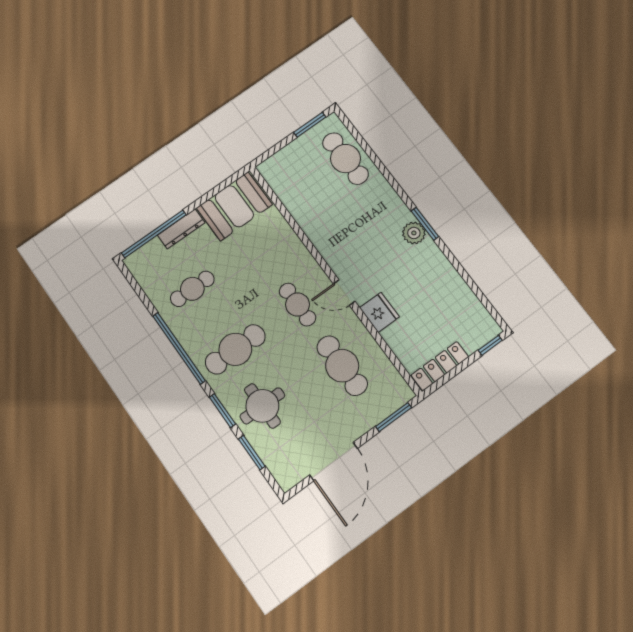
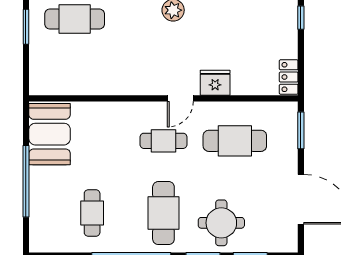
dresser: (181, 229) -> (38, 188), removed
window: (154, 234) -> (26, 181), moved
locker: (440, 366) -> (289, 77), width x0.66

